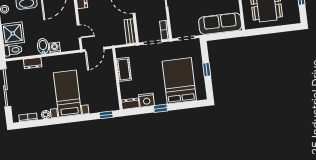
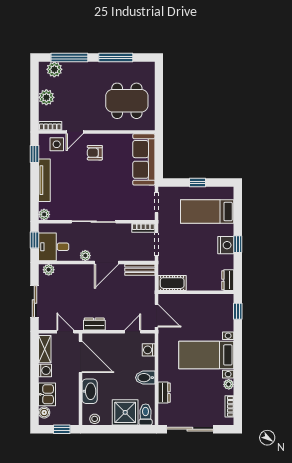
washing machine: (55, 48) -> (149, 350), moved
cot: (124, 69) -> (172, 283), moved
bed: (179, 81) -> (207, 212), width x0.67
nightstand: (147, 100) -> (226, 245), moved

